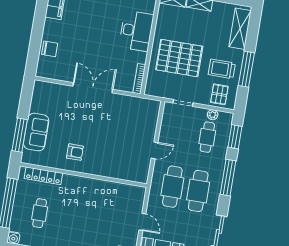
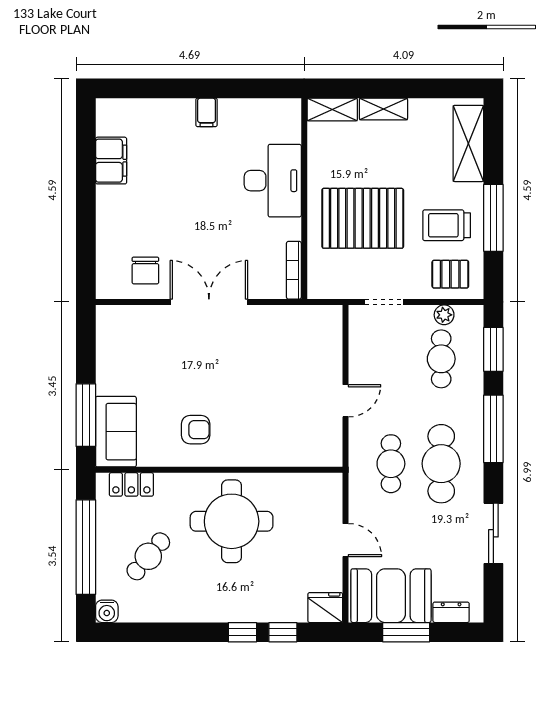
chair: (50, 49) -> (145, 271), moved, turned 90
pallet: (219, 94) -> (450, 274), turned 90
sofa: (36, 132) -> (116, 432), moved
locker: (43, 176) -> (131, 484), width x0.66
cafe table: (172, 187) -> (391, 464), width x0.73, depth x0.74
round table: (85, 202) -> (232, 521), added
cafe table: (40, 213) -> (148, 556), turned 40

